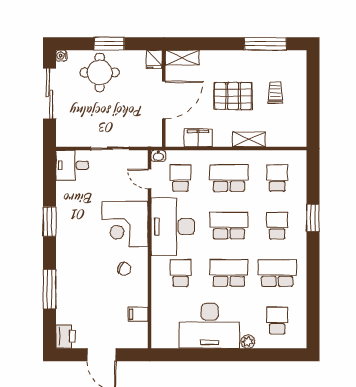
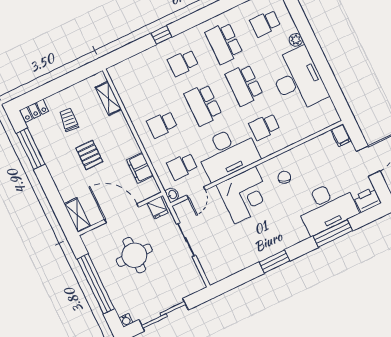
window: (109, 44) -> (96, 284), width x2.11
fridge: (154, 60) -> (158, 208), moved, turned 90
locker: (299, 64) -> (34, 111), added
round table: (100, 72) -> (134, 255), moved
trolley: (275, 93) -> (69, 120), turned 95
pallet: (233, 96) -> (89, 155), width x0.67, depth x0.71
shelving: (249, 139) -> (108, 98), moved
desk: (72, 165) -> (327, 207), moved, width x1.87, depth x1.30
school desk: (229, 178) -> (162, 124), width x0.54
school desk: (277, 178) -> (142, 83), removed
window: (313, 218) -> (162, 35), width x0.67
filing cabinet: (138, 314) -> (341, 135), moved

